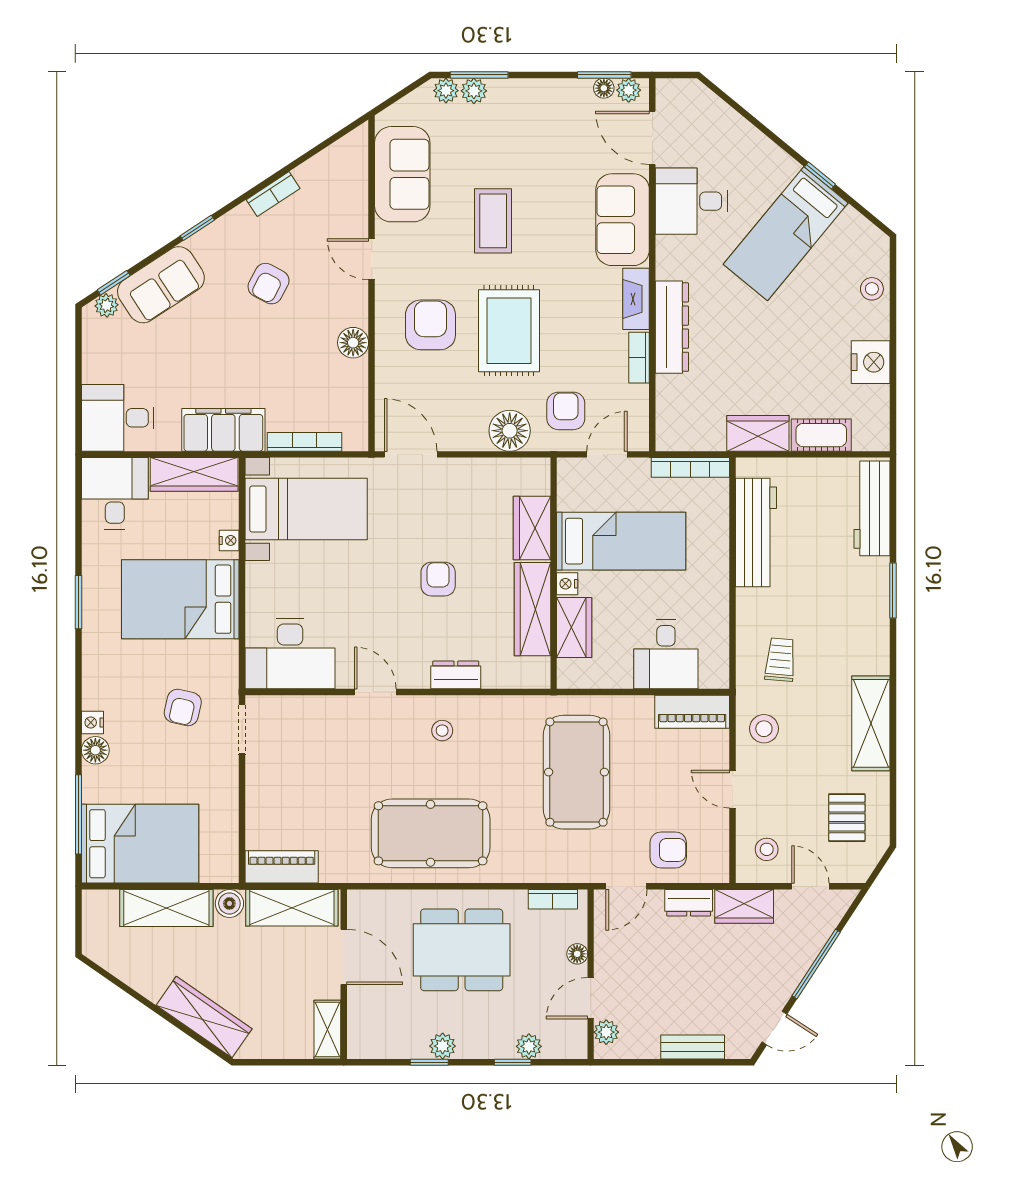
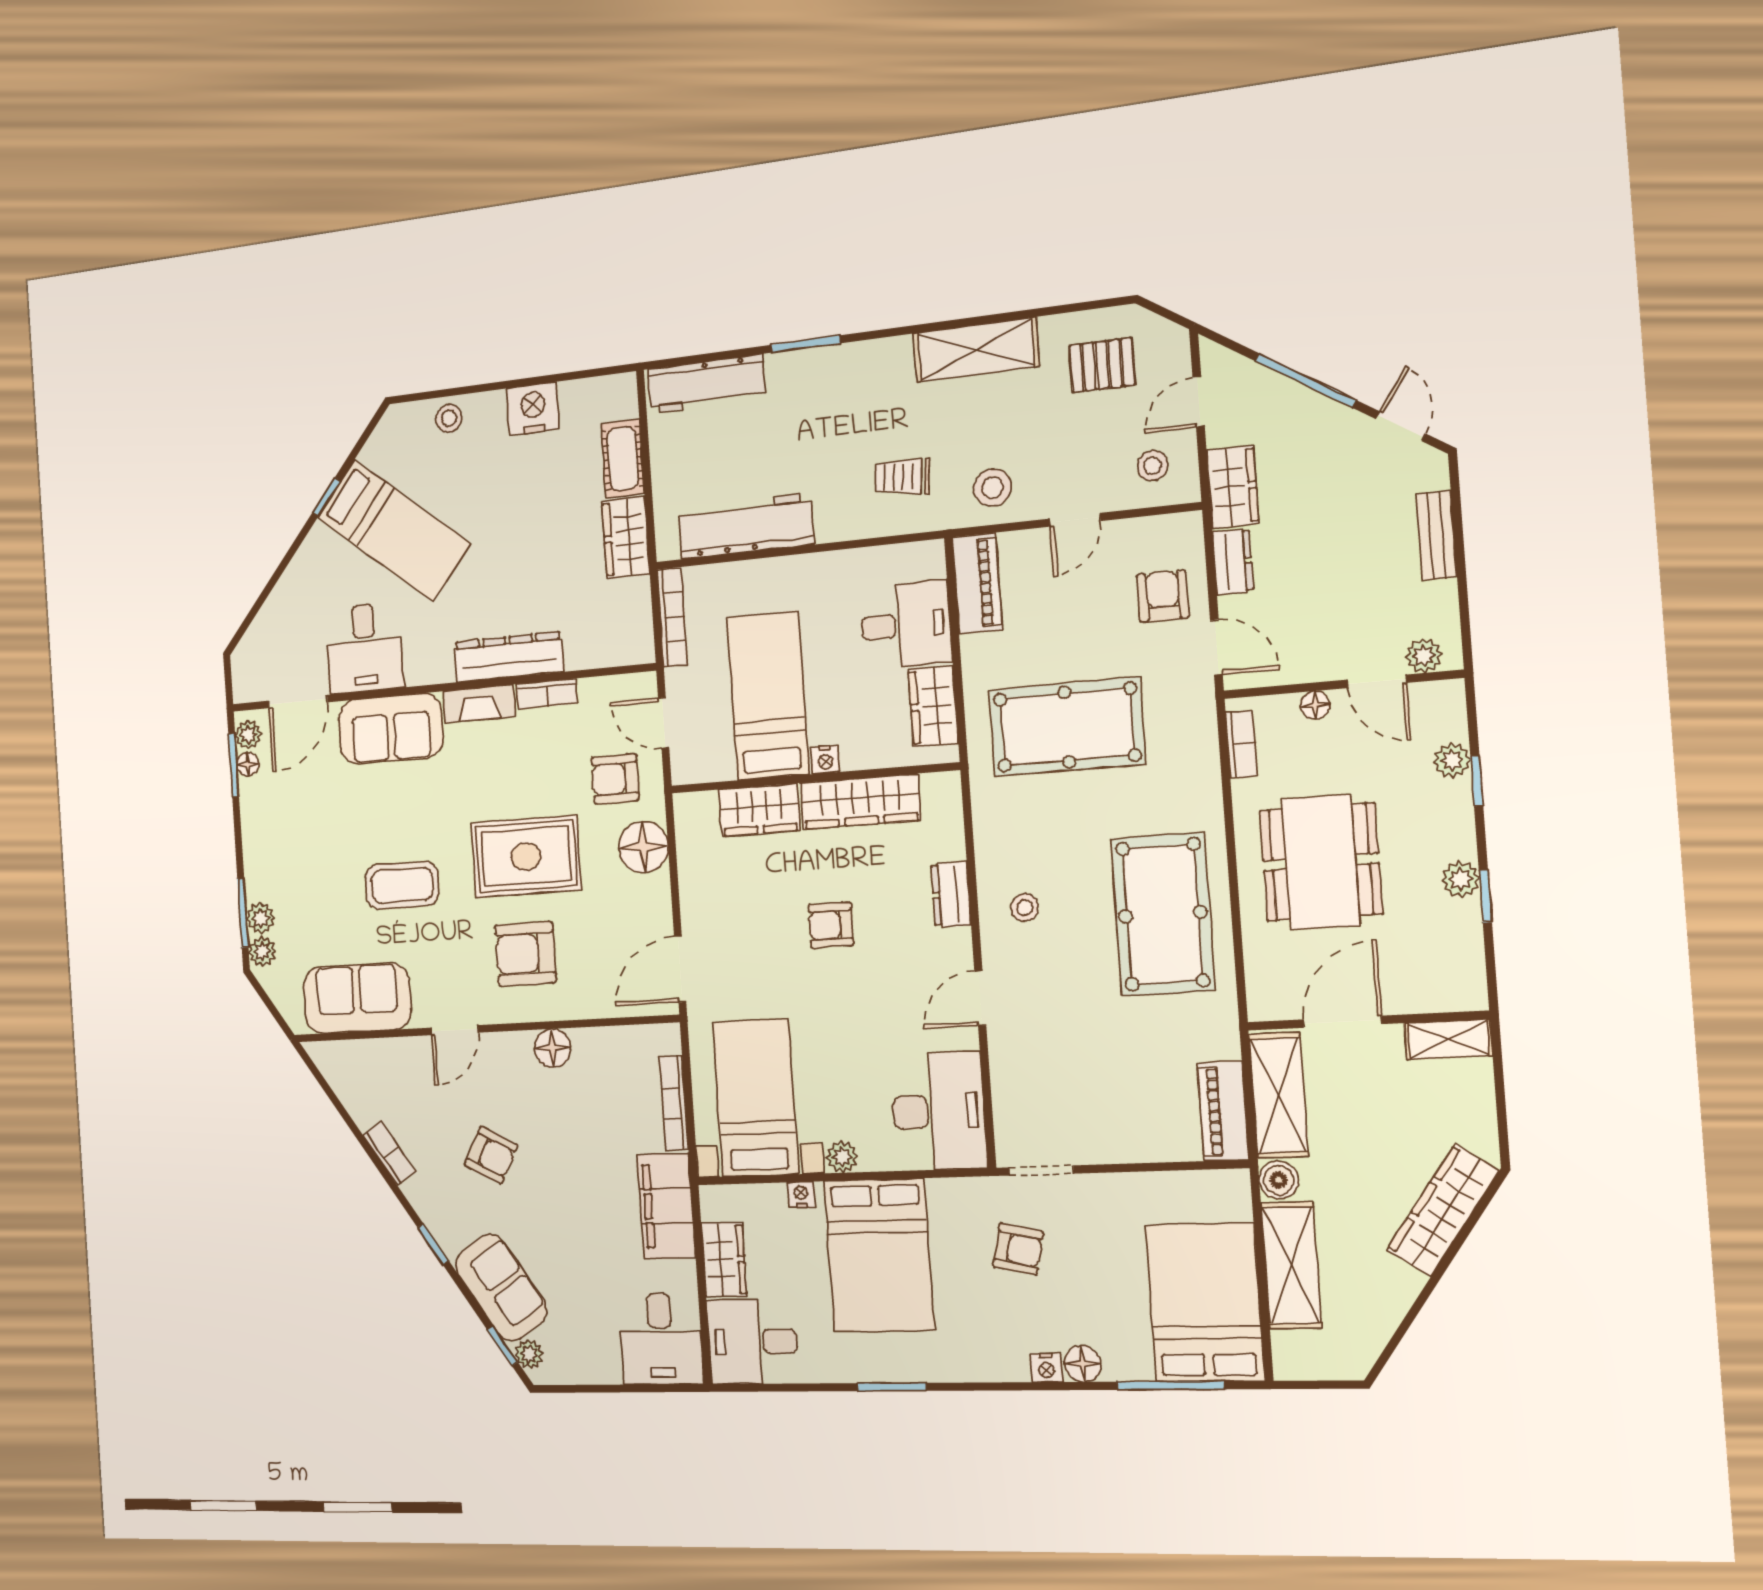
wardrobe: (194, 474) -> (724, 1260), width x0.67
plant: (257, 575) -> (842, 1157), added
wardrobe: (574, 627) -> (933, 706), moved, turned -90

